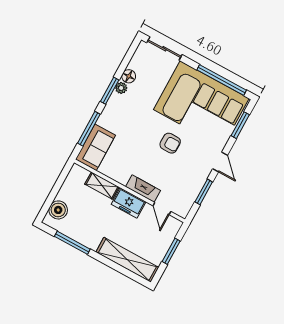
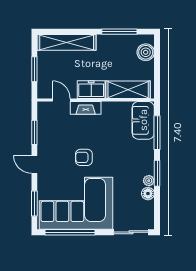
shelving: (102, 186) -> (128, 90), width x1.50, depth x1.33

